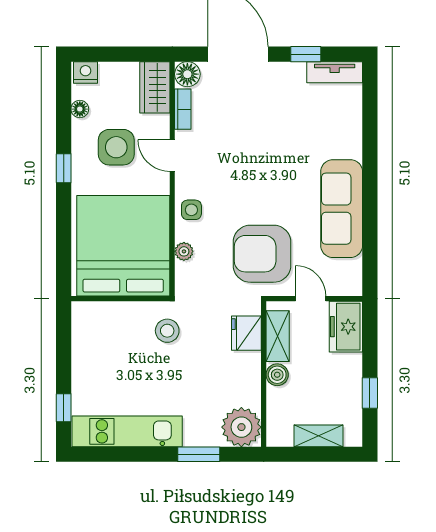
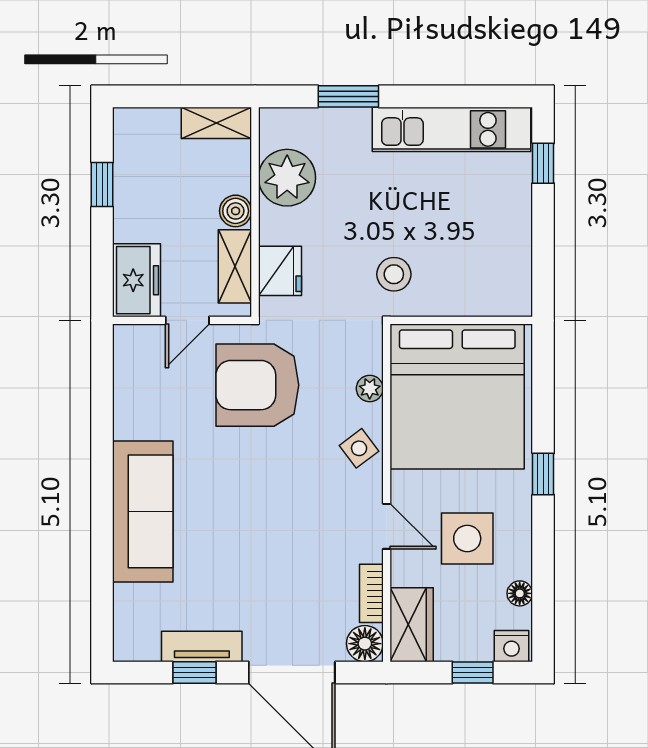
window: (112, 54) -> (473, 672), added
tv unit: (335, 72) -> (202, 647), moved
window: (64, 168) -> (543, 474), moved
sofa: (342, 209) -> (143, 511), moved
side table: (191, 210) -> (359, 448), turned -37
armchair: (262, 254) -> (257, 385), turned 180
door: (311, 299) -> (187, 320), hinge flipped
plant: (241, 427) -> (287, 178), moved
shelving: (318, 436) -> (216, 123), moved

